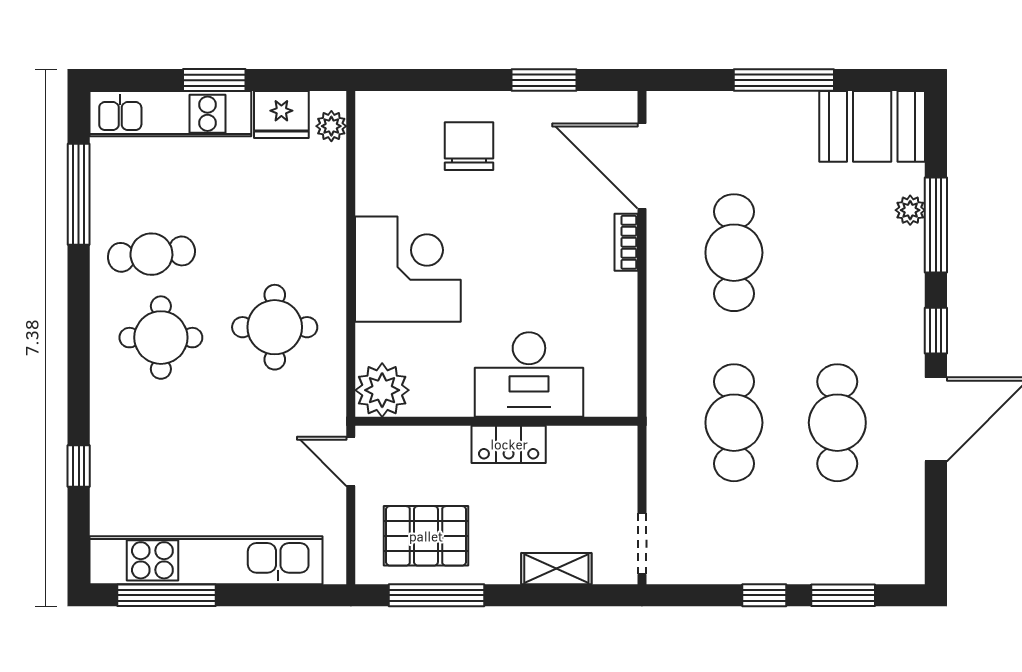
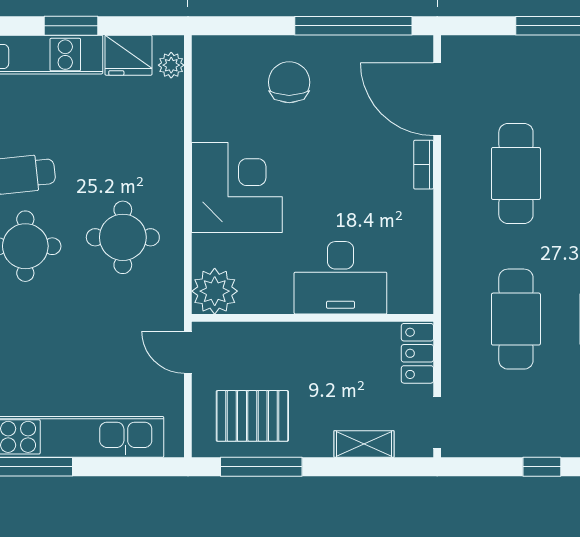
window: (544, 80) -> (353, 26), width x2.11
locker: (509, 444) -> (417, 353), moved, turned 90

